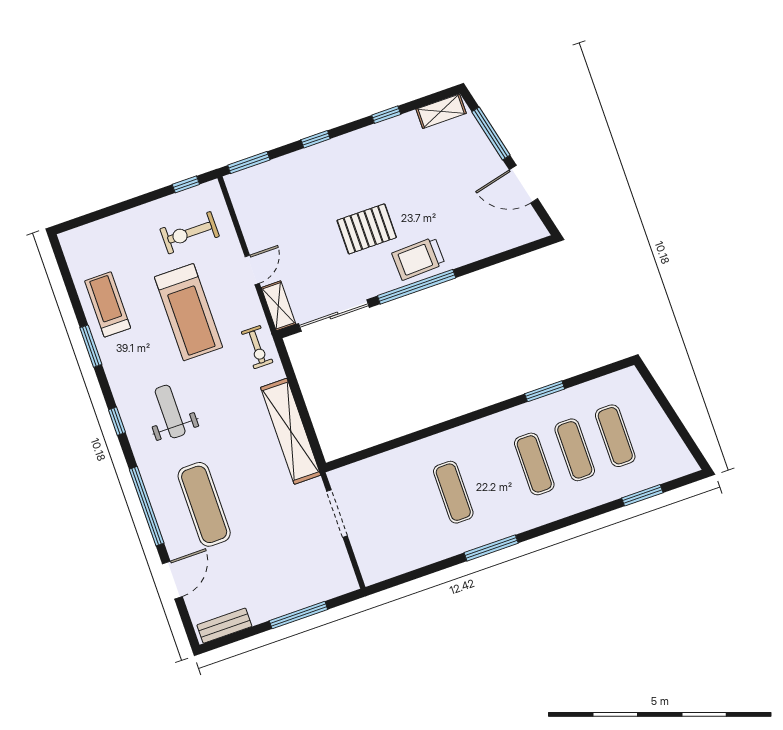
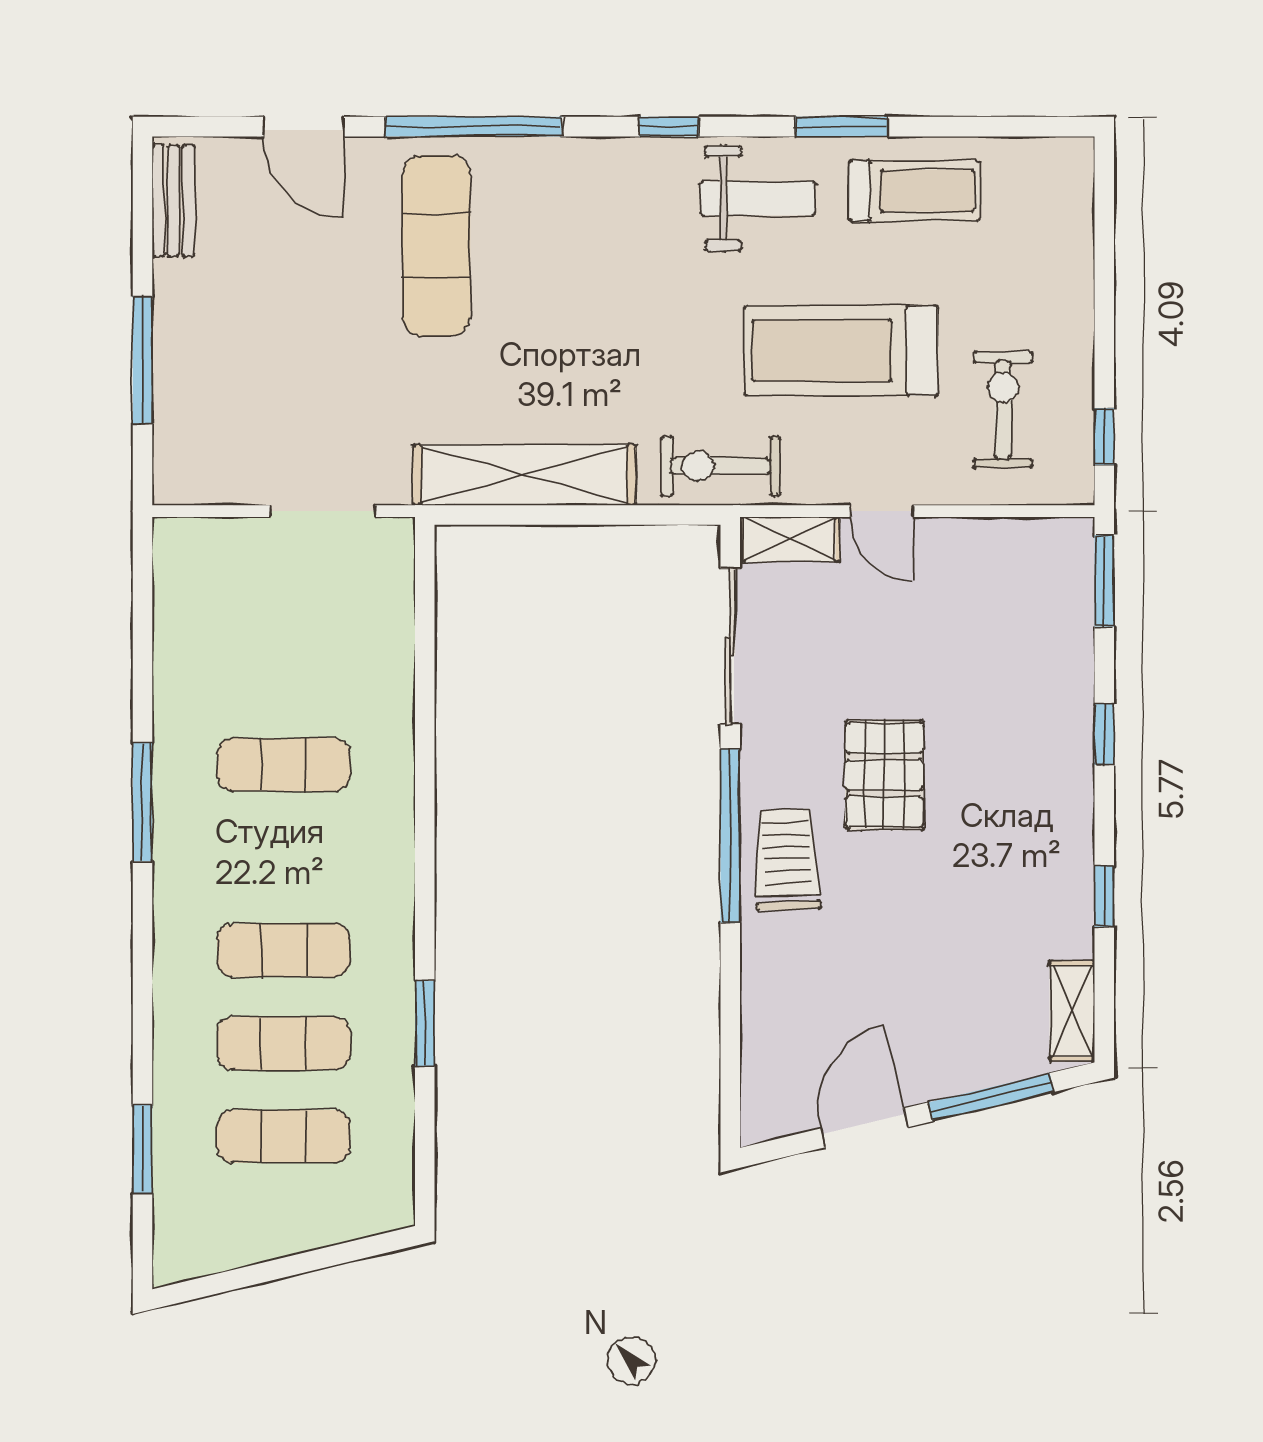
exercise bike: (257, 347) -> (720, 466), width x1.38, depth x1.39
weight bench: (170, 411) -> (758, 198), moved
exercise mat: (204, 504) -> (436, 246), turned 90

